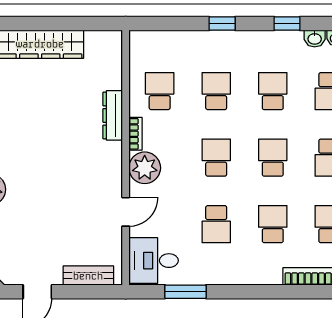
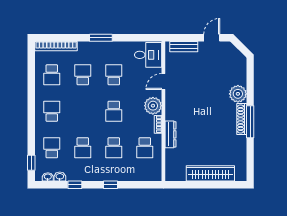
school desk: (273, 158) -> (83, 111), removed
school desk: (273, 224) -> (83, 75), turned 180
window: (185, 292) -> (101, 38), moved

